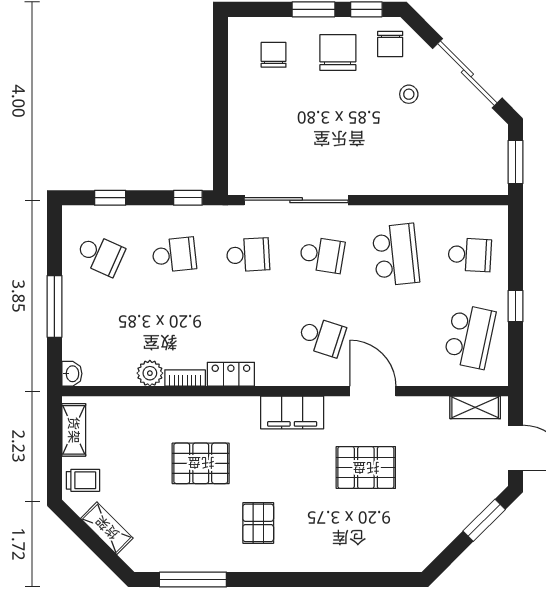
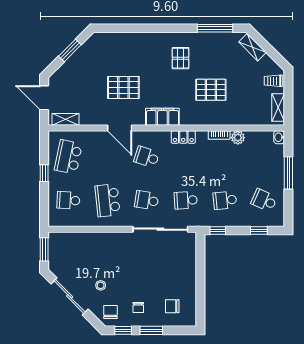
chair: (338, 53) -> (138, 307), width x0.54, depth x0.54
chair: (274, 55) -> (172, 306), turned 90
locker: (231, 374) -> (183, 137), moved
window: (484, 520) -> (70, 50), moved
shelving: (107, 528) -> (252, 47), moved

